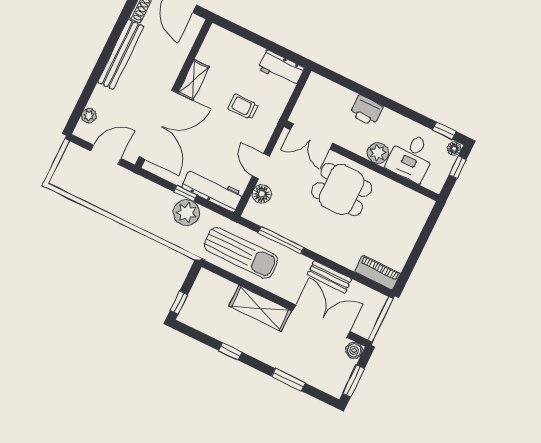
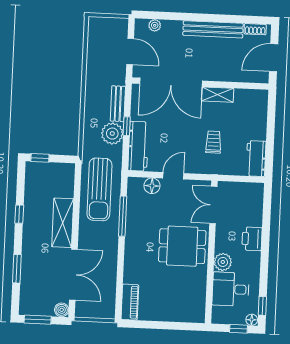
dining table: (342, 190) -> (182, 246), turned 90
bench: (330, 277) -> (118, 104), moved

